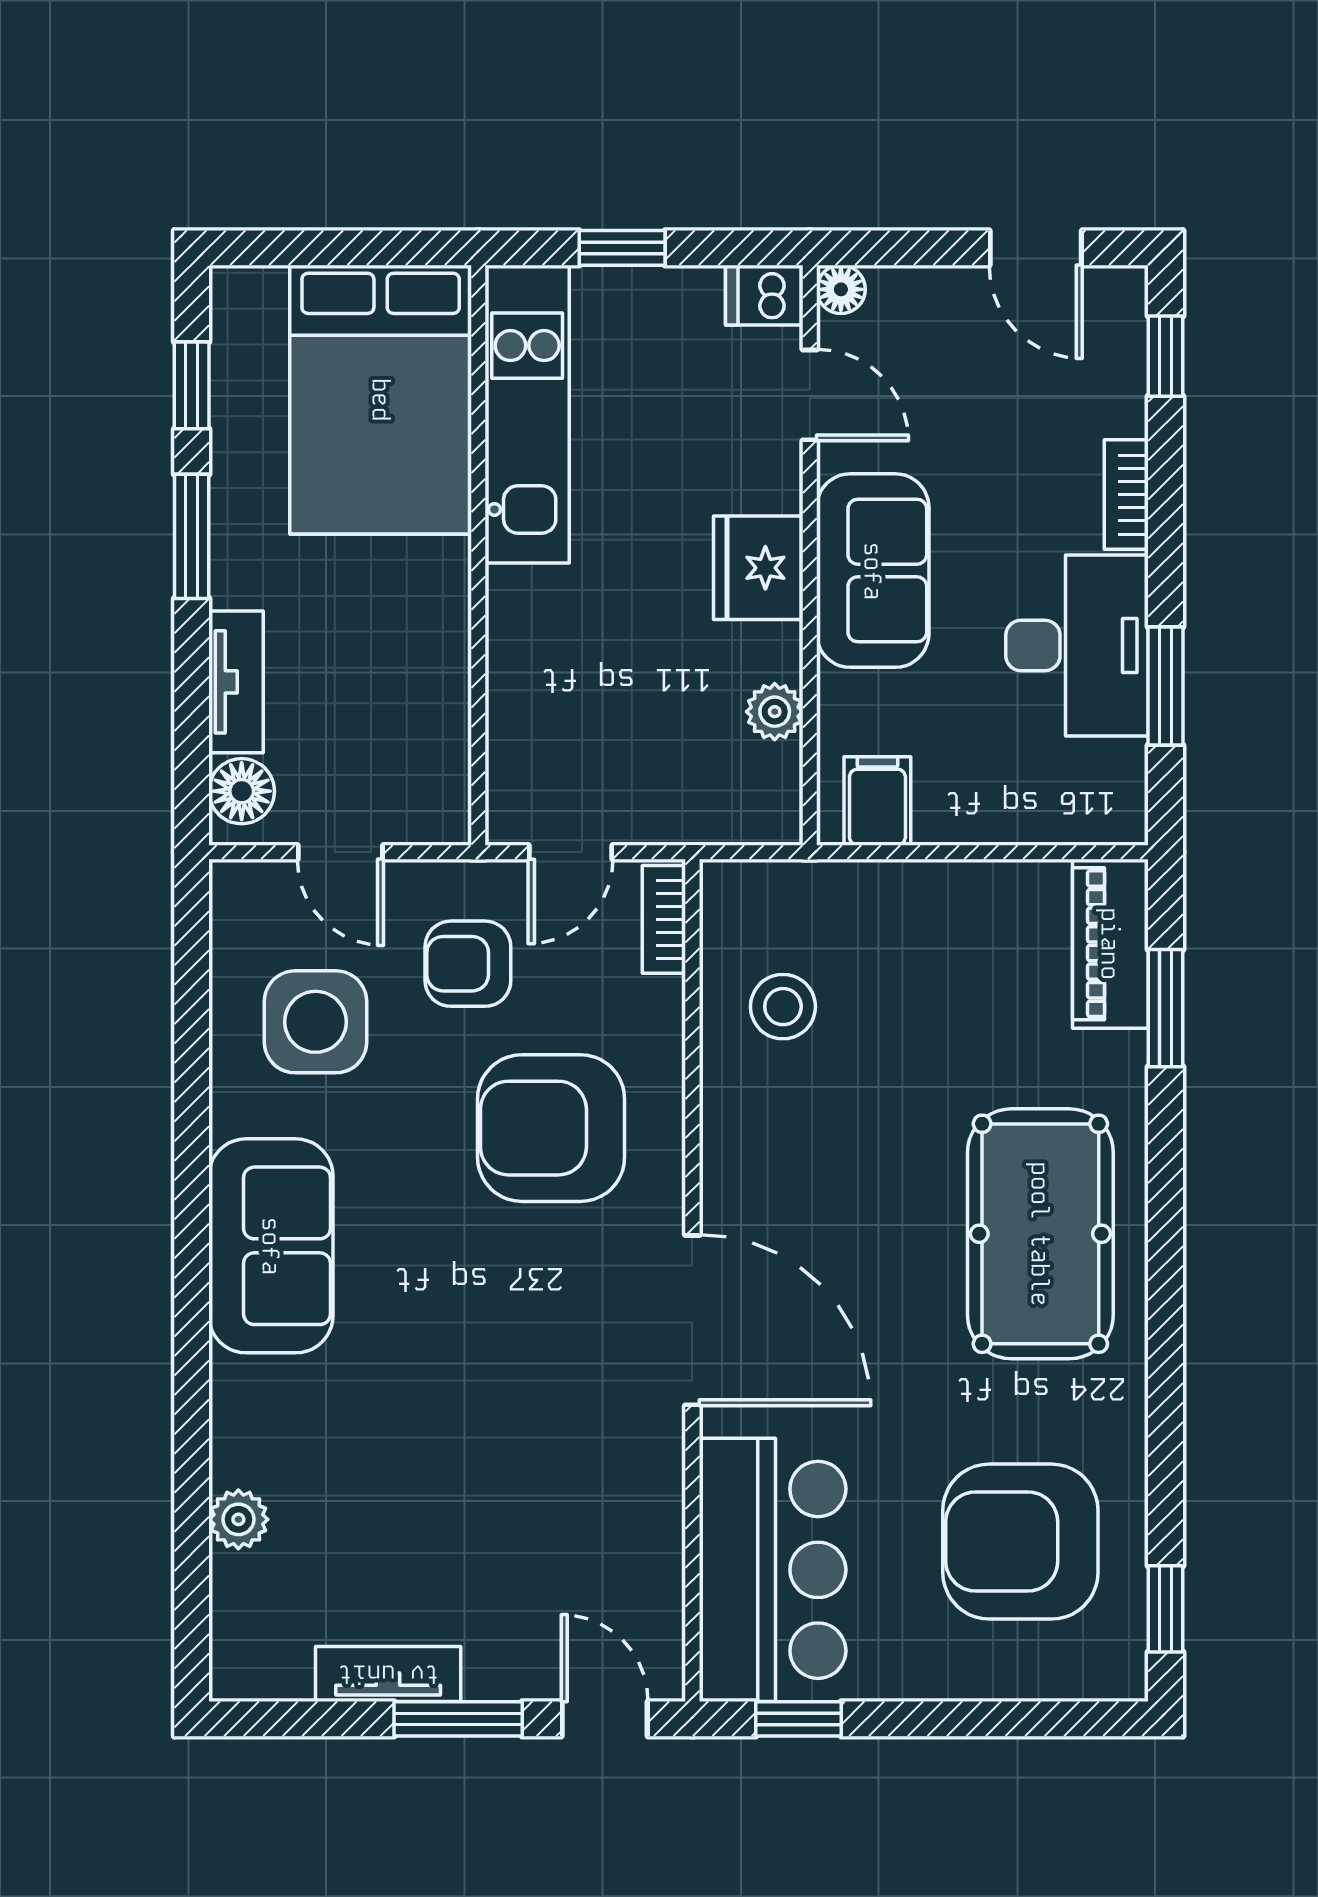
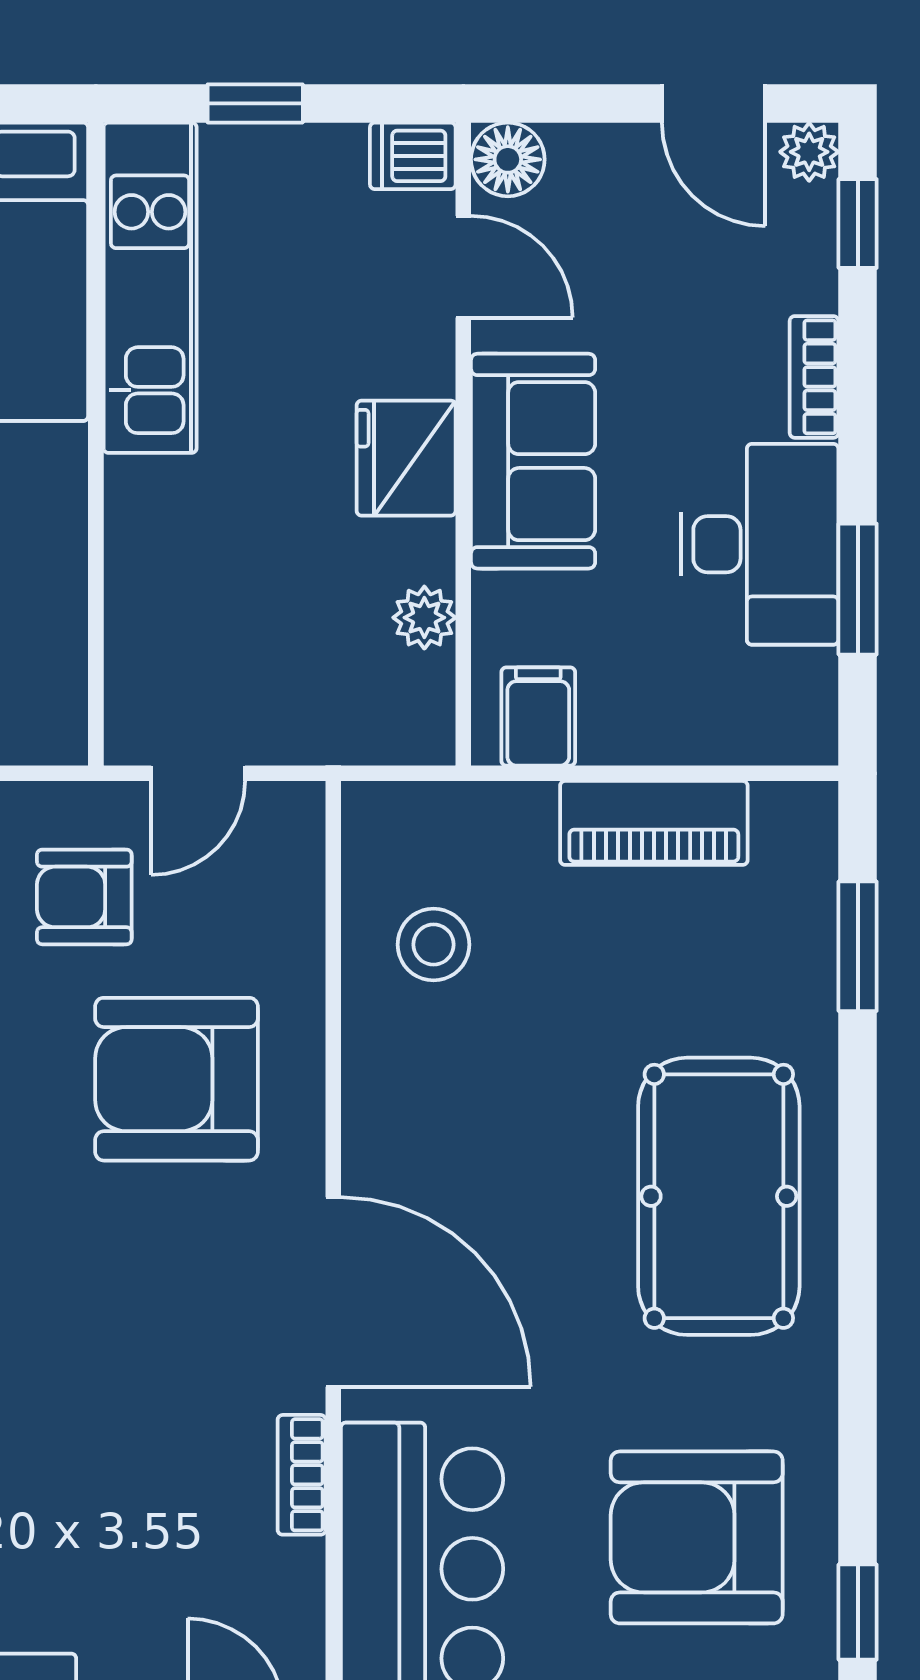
floor lamp: (841, 289) -> (508, 159), width x1.37, depth x1.37
plant: (1122, 291) -> (809, 152), added
bookcase: (664, 919) -> (302, 1475), moved
piano: (1110, 944) -> (654, 823), moved, turned -90

